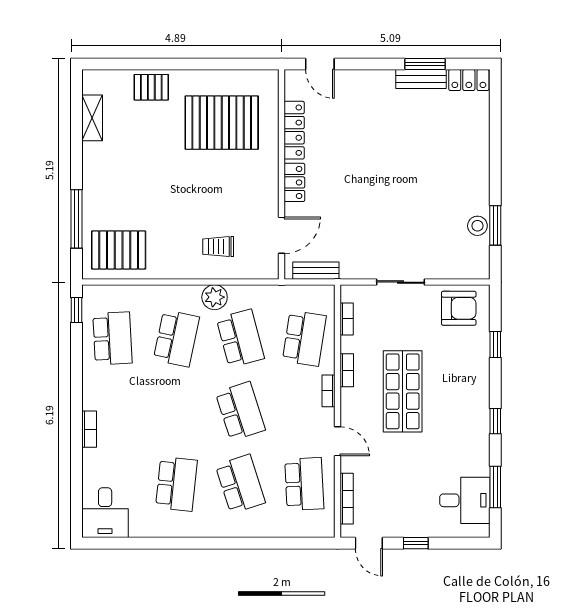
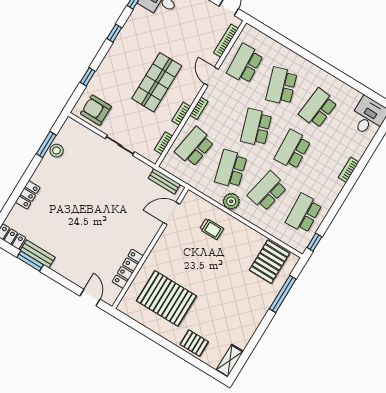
shelving: (92, 118) -> (230, 361), moved
locker: (294, 182) -> (28, 195), moved, turned 180
pallet: (119, 250) -> (269, 262), turned 90
school desk: (176, 411) -> (293, 150), added

